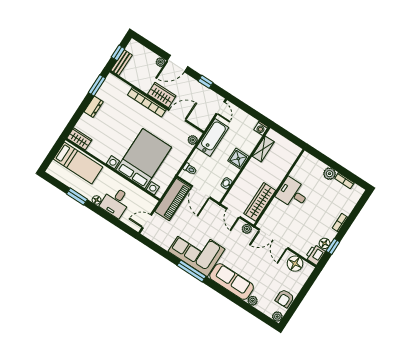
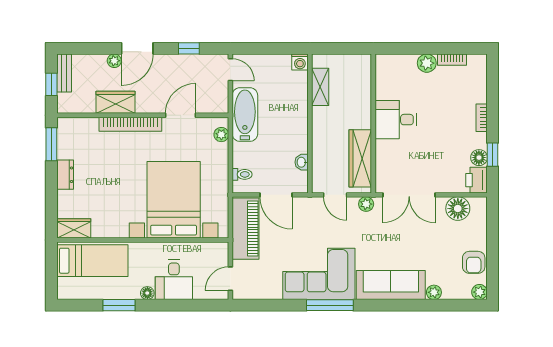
bench: (122, 63) -> (64, 73), moved
wardrobe: (162, 95) -> (115, 102), moved
shower: (238, 159) -> (296, 120), removed

